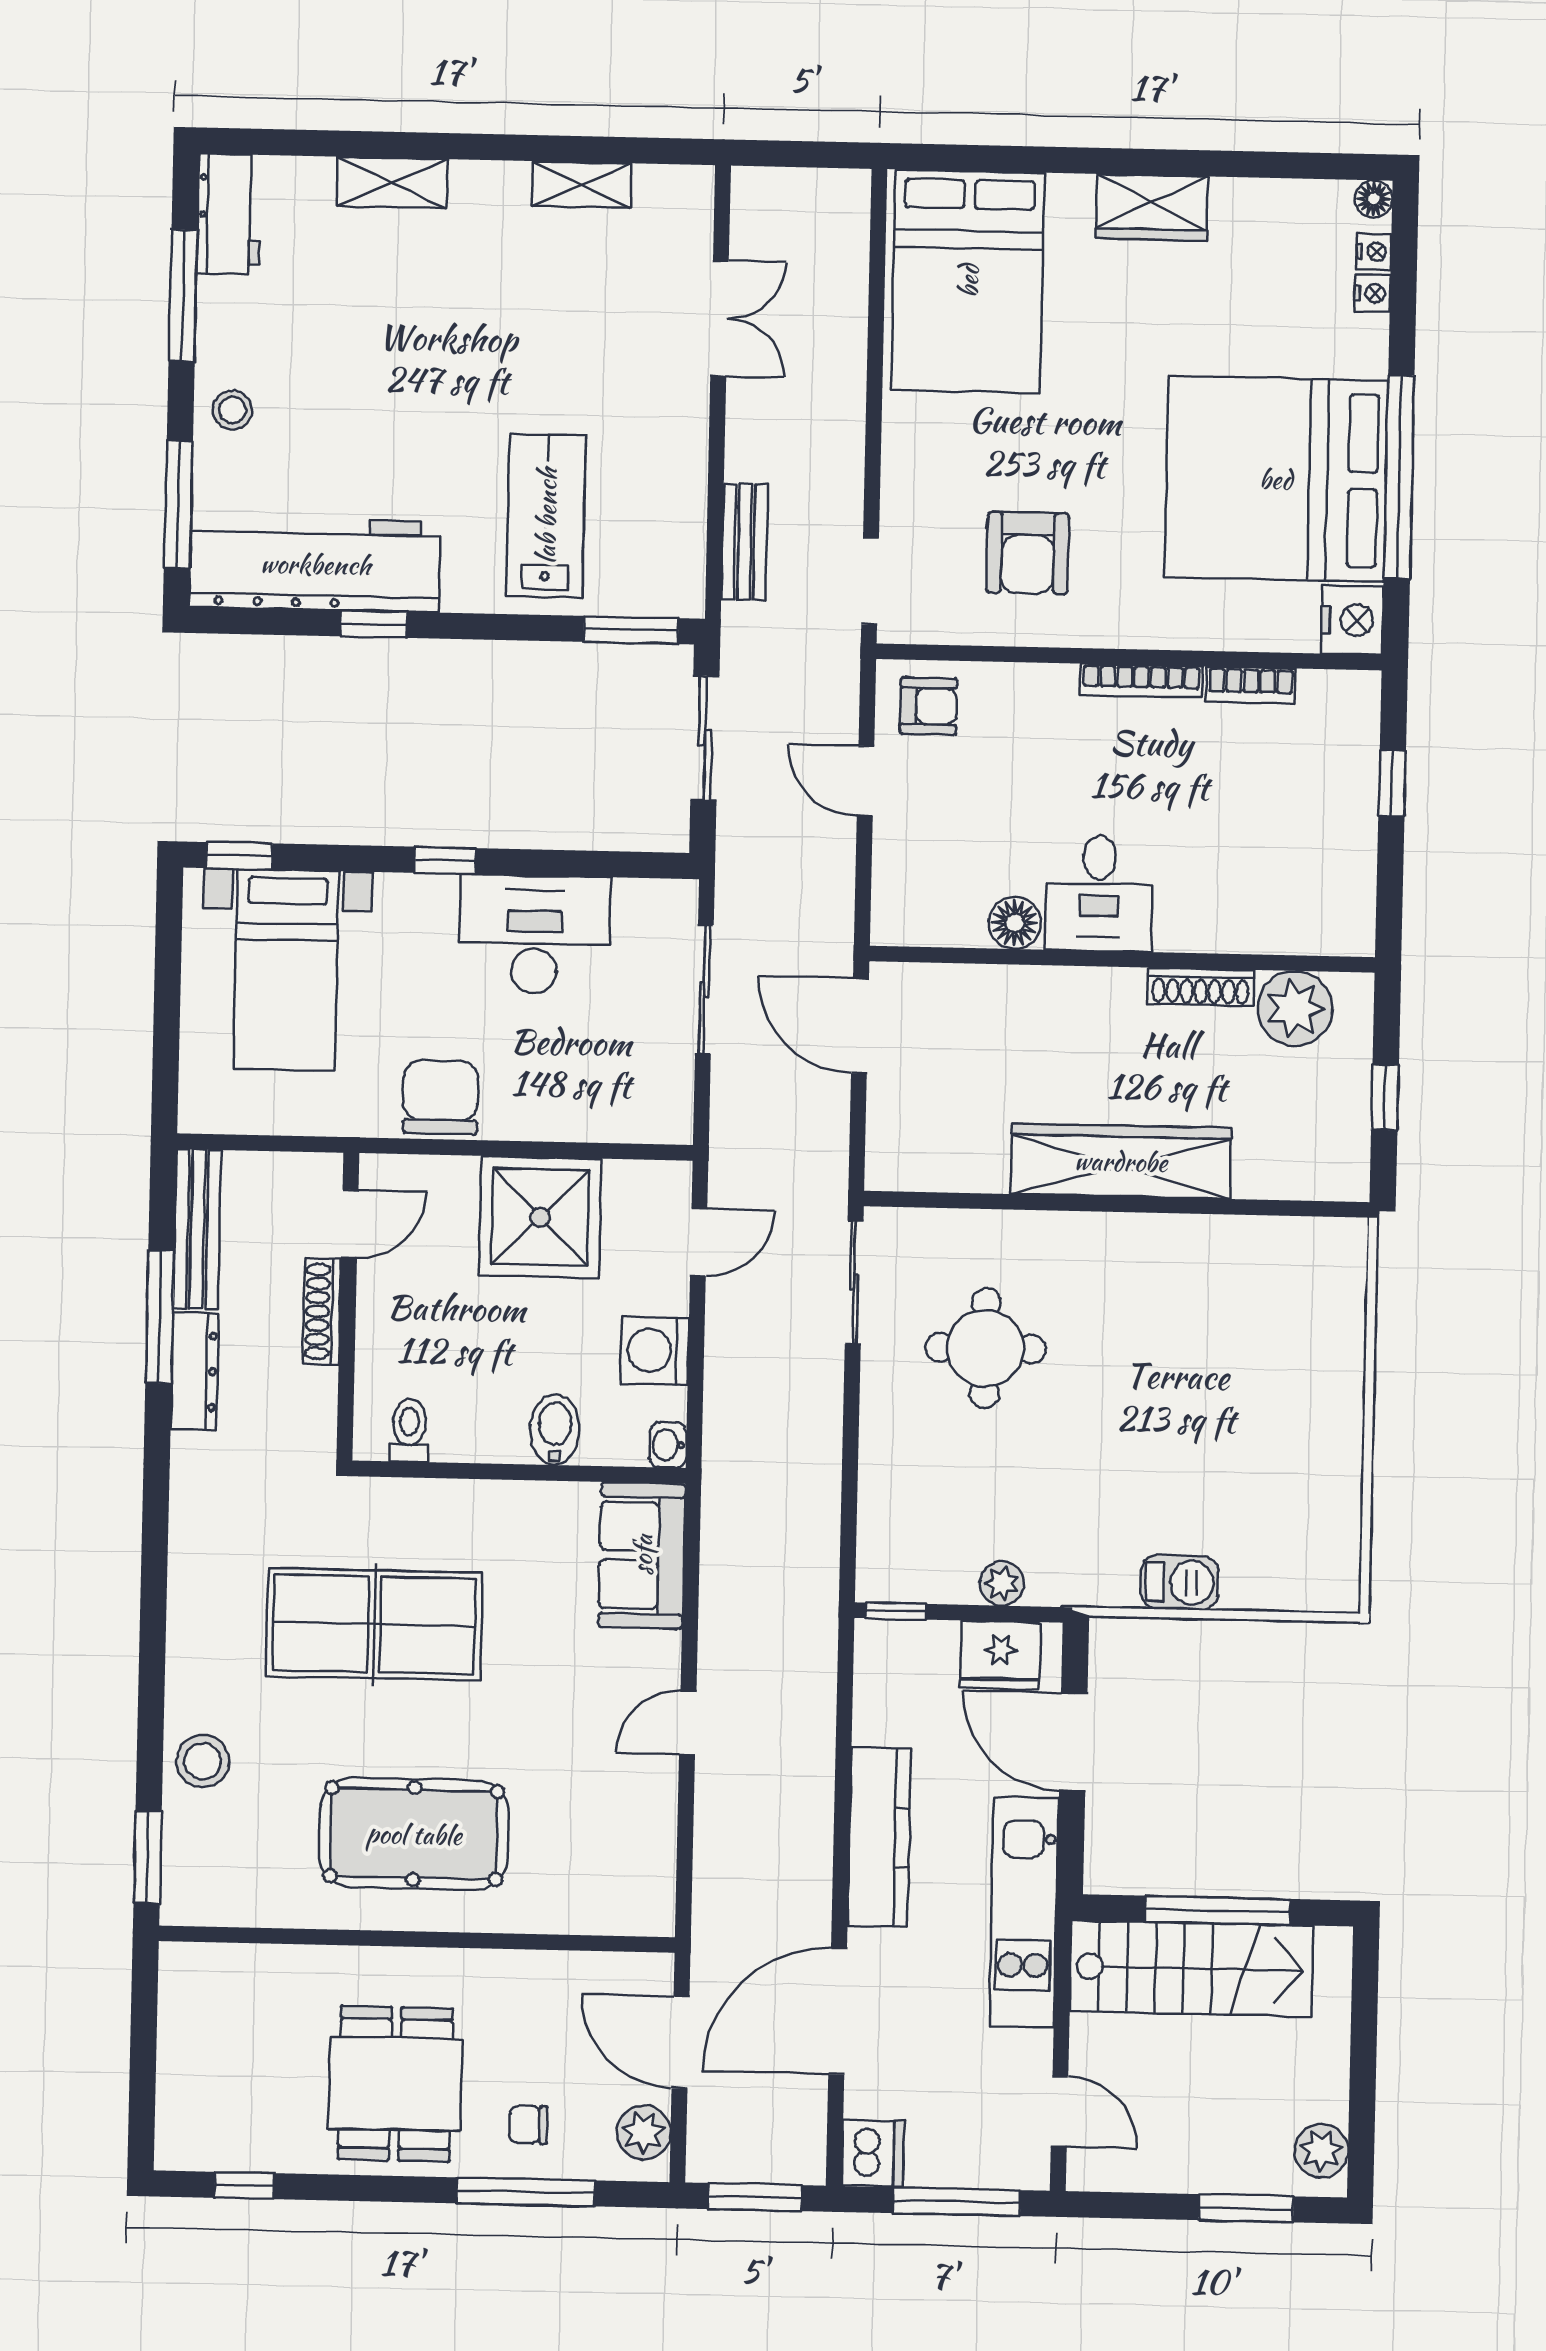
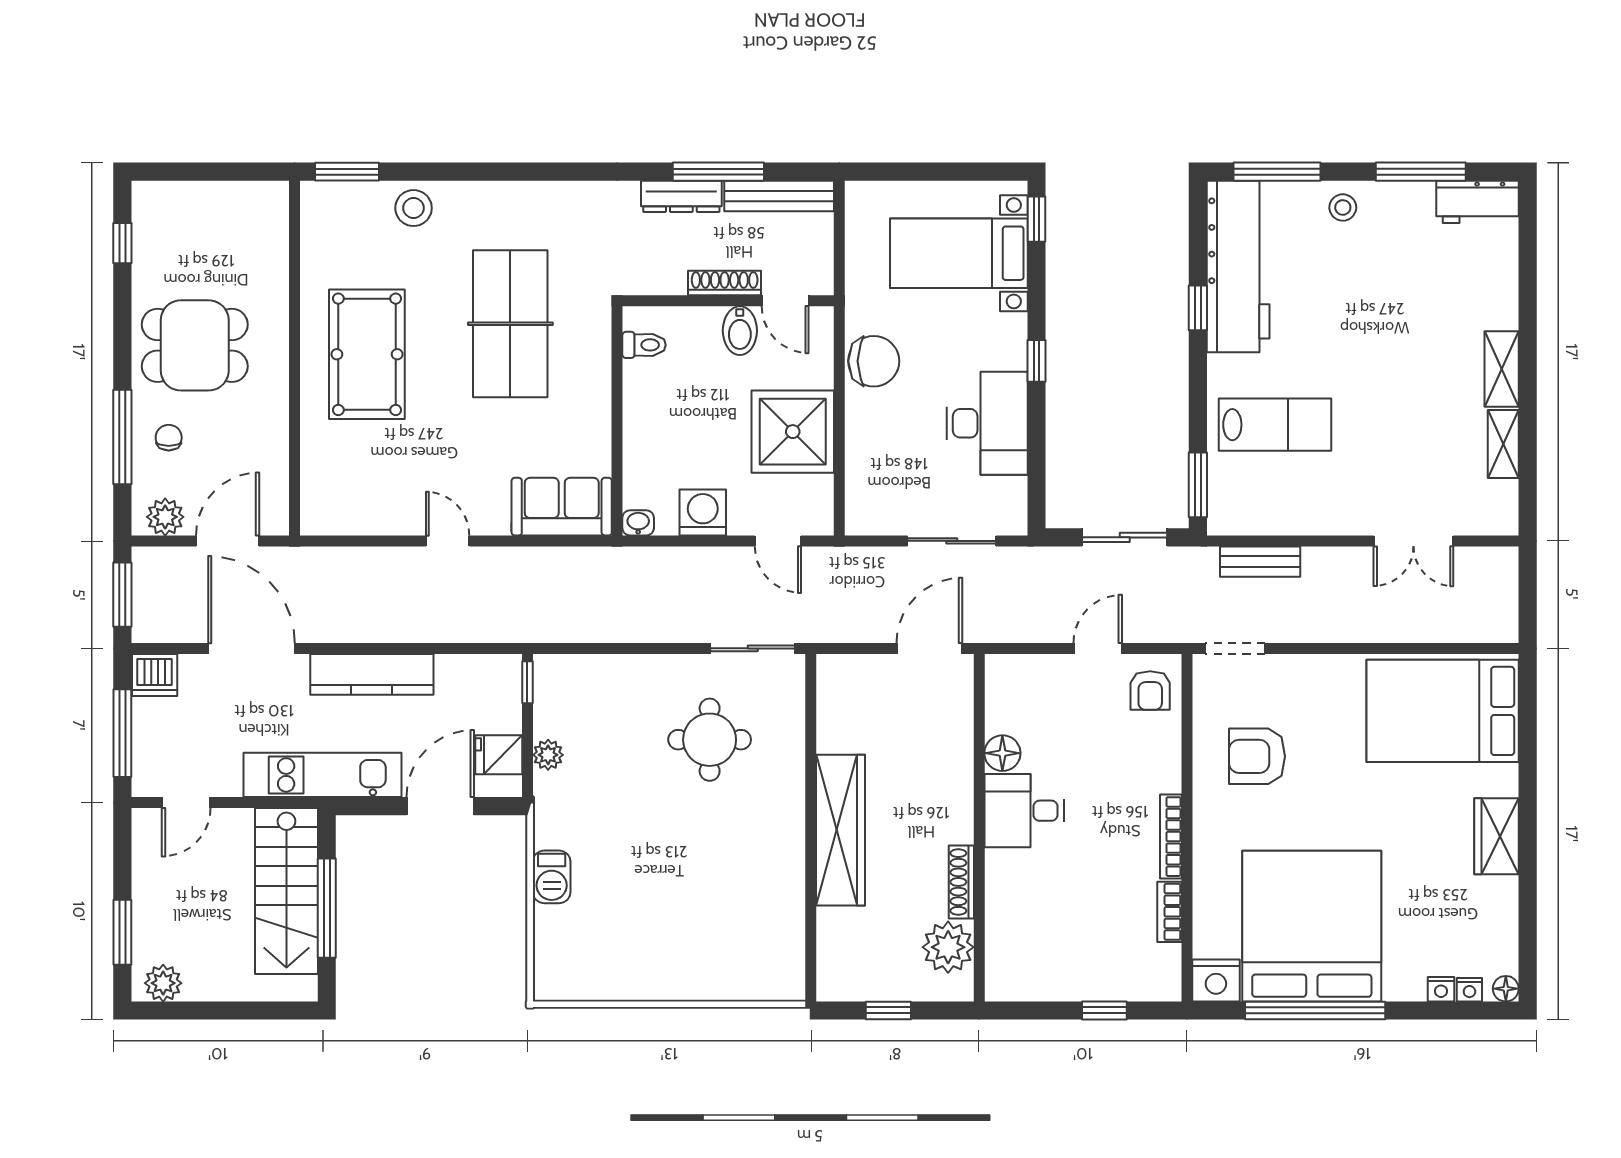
shelving: (392, 183) -> (1502, 369), moved
bidet: (555, 1430) -> (740, 331), moved, turned 90
fridge: (1000, 1655) -> (499, 755), width x0.72

